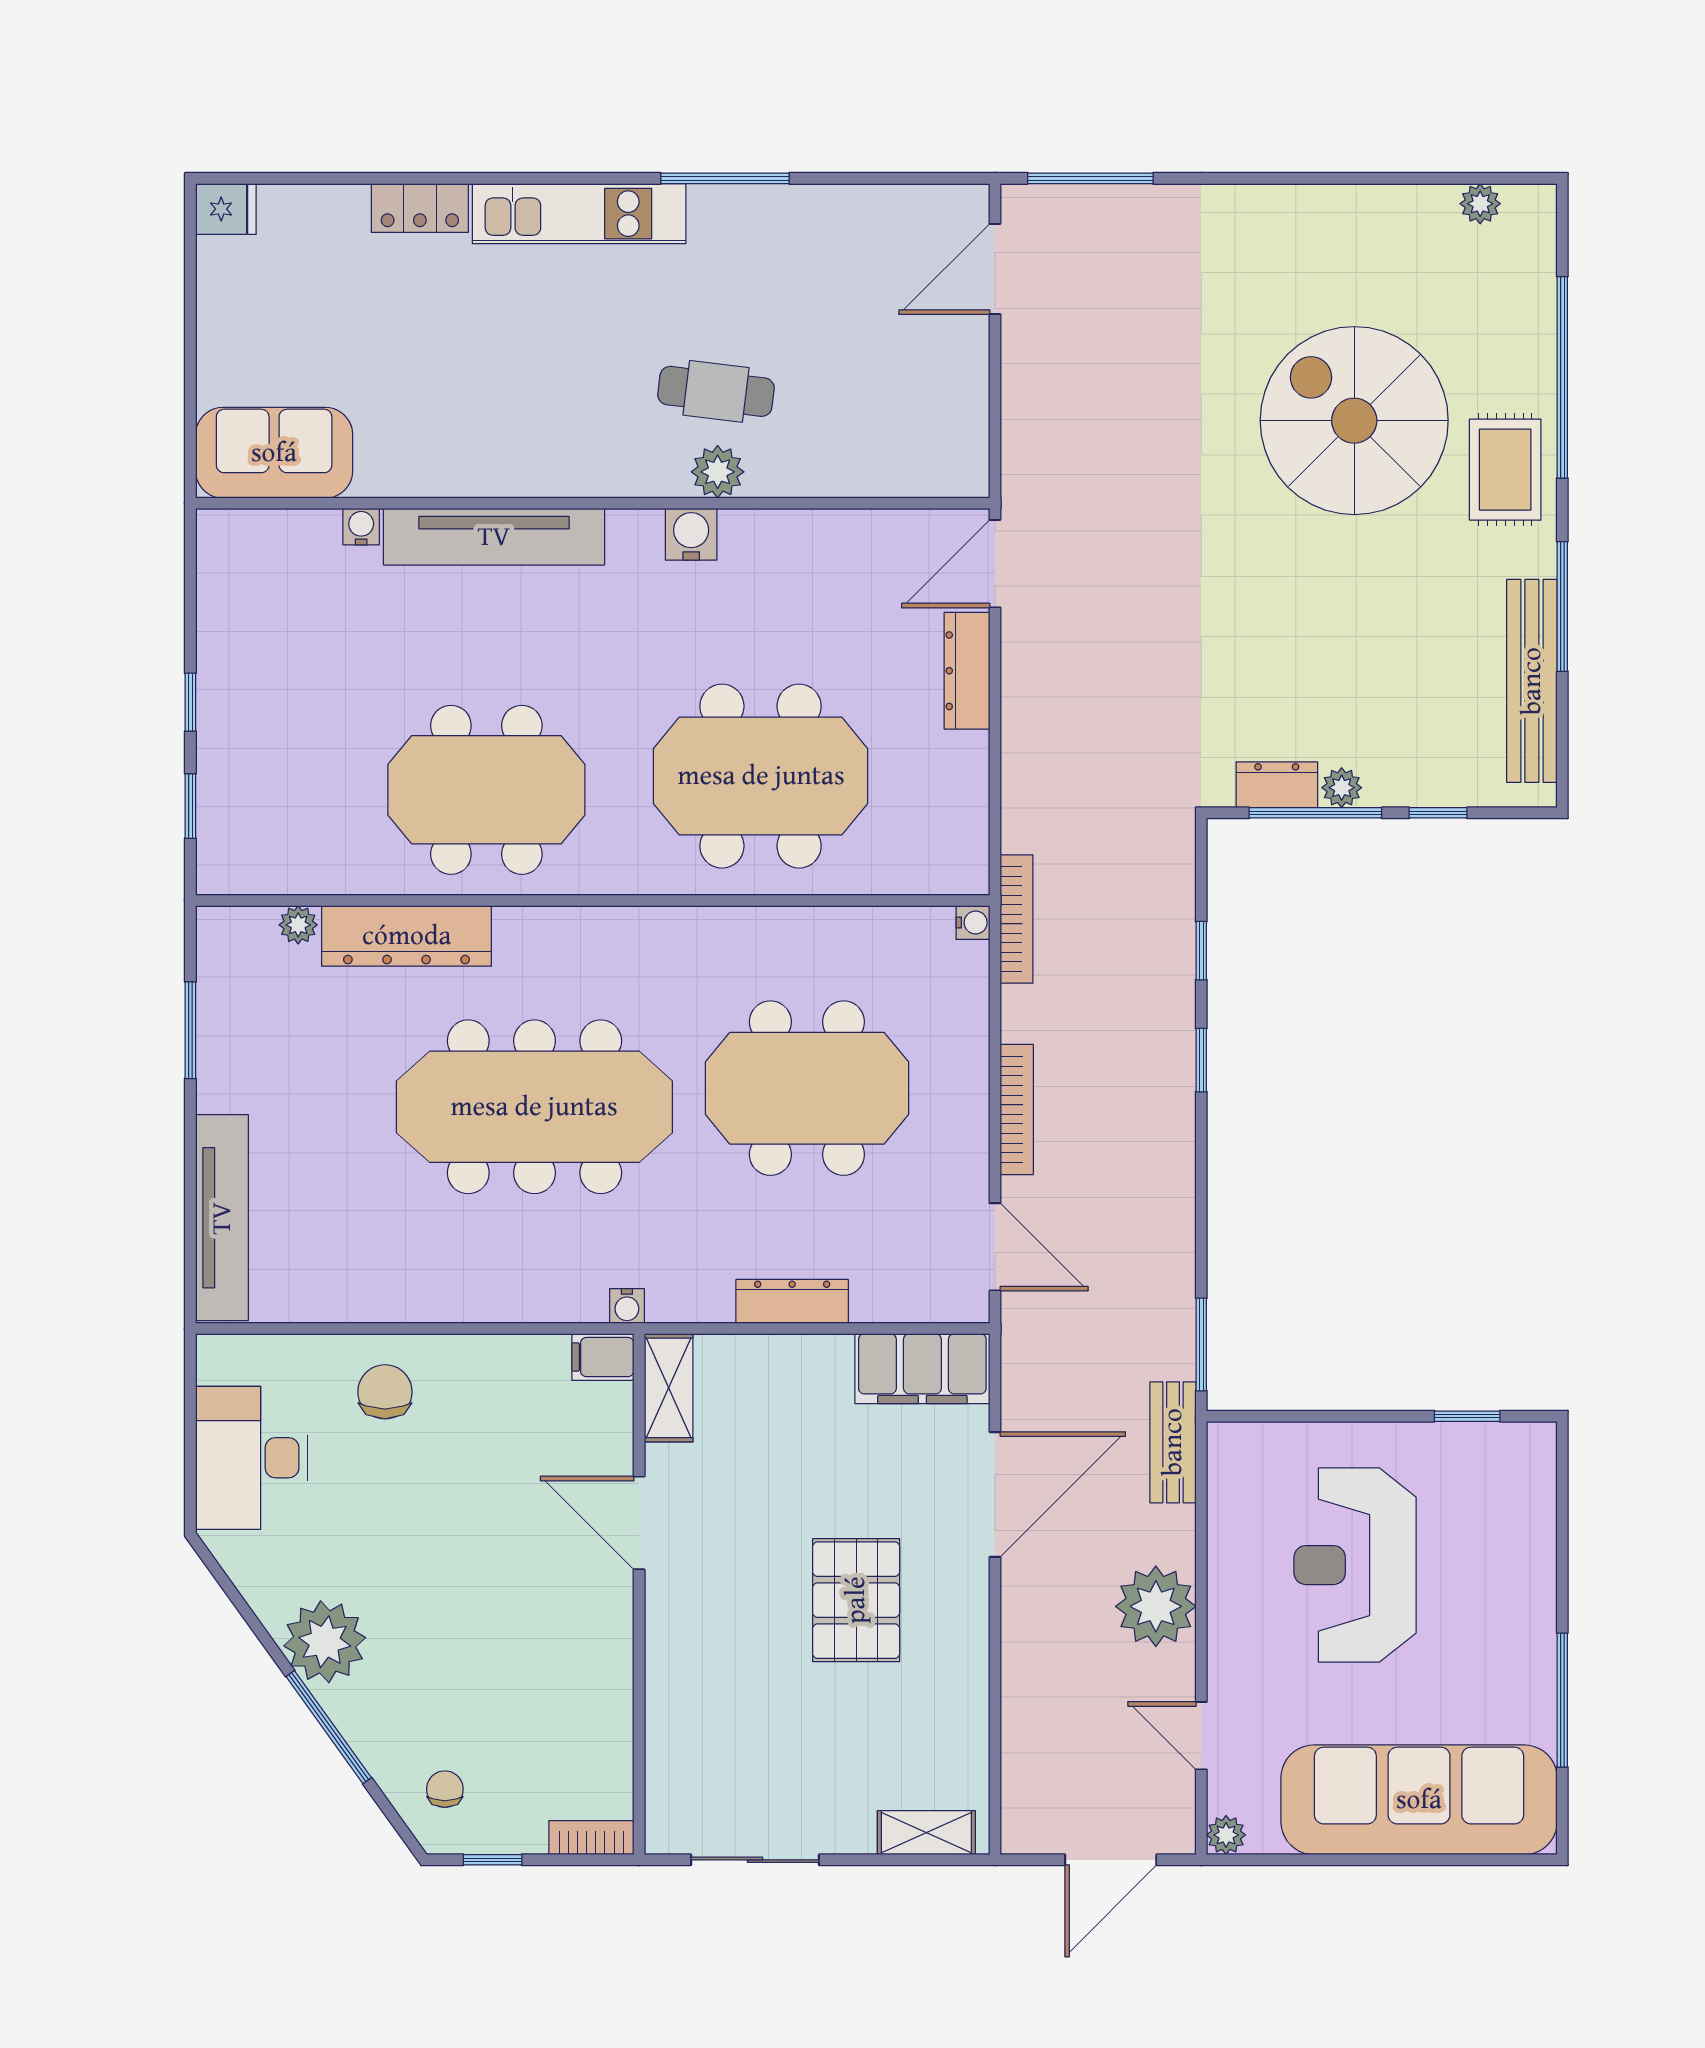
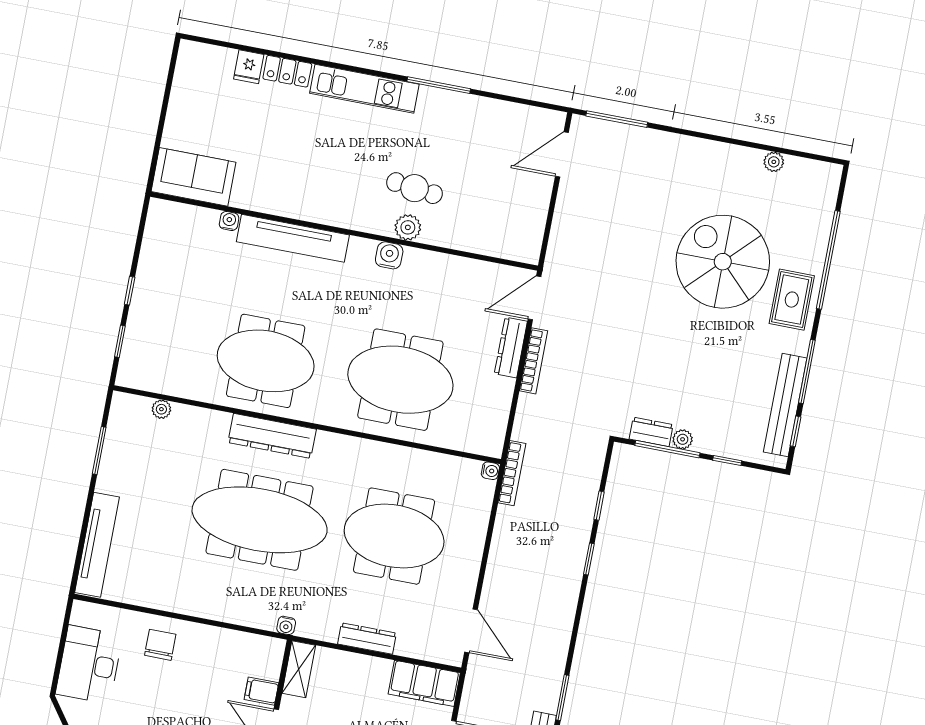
plant: (1480, 204) -> (774, 162), moved
fridge: (226, 209) -> (249, 67), moved, turned 90
window: (1562, 729) -> (795, 431), added
dresser: (407, 936) -> (272, 436), moved
bookcase: (1017, 1110) -> (533, 361), moved
filing cabinet: (603, 1357) -> (261, 691), moved

